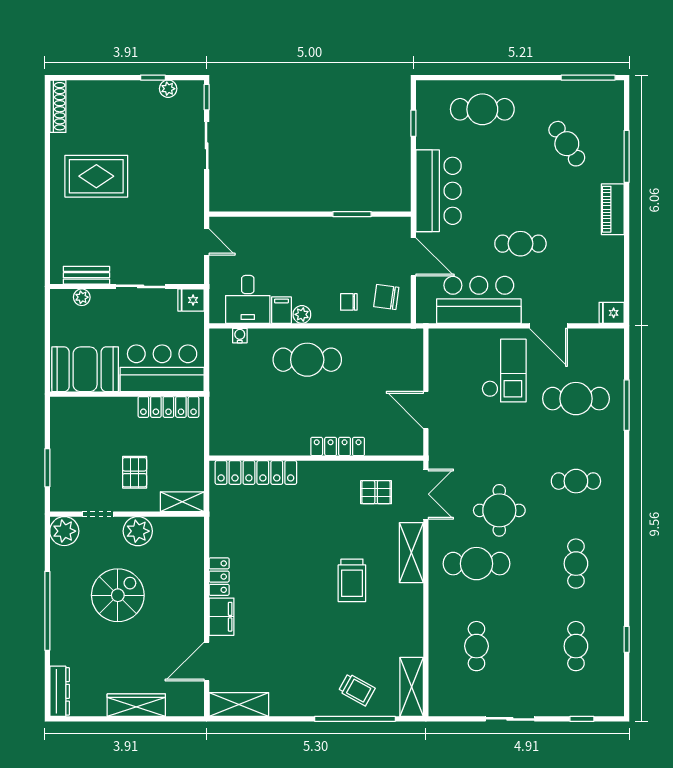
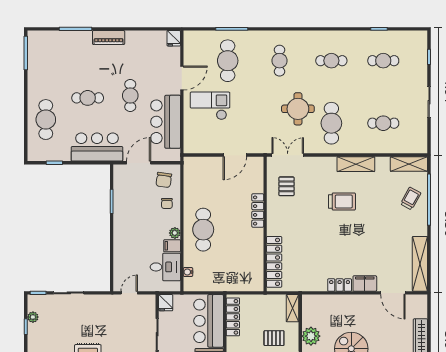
cafe table: (567, 144) -> (88, 98), moved, turned 34
shelving: (411, 553) -> (356, 164), moved
shelving: (239, 704) -> (420, 264), width x1.47

